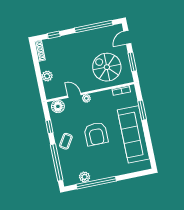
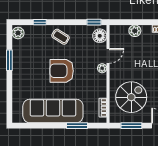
window: (49, 127) -> (94, 22), moved
window: (57, 162) -> (40, 22), width x0.32
plant: (85, 177) -> (18, 33), moved
window: (96, 183) -> (9, 60), width x0.47

